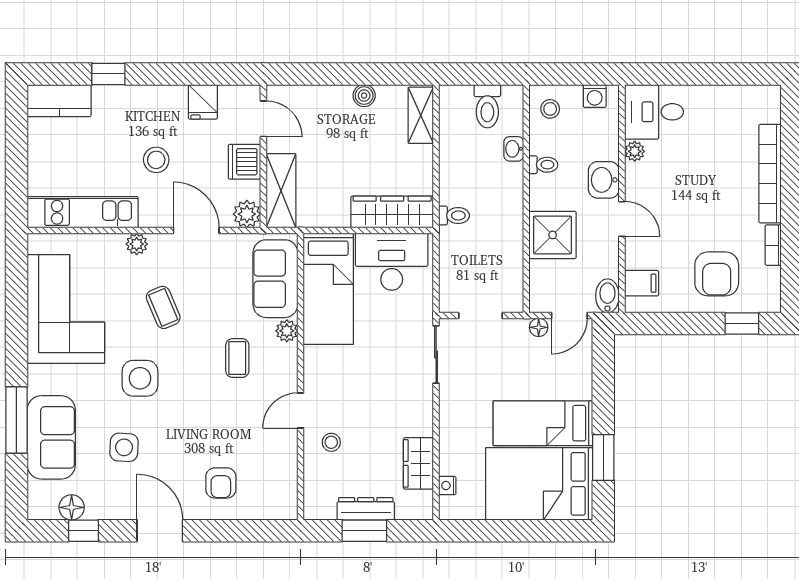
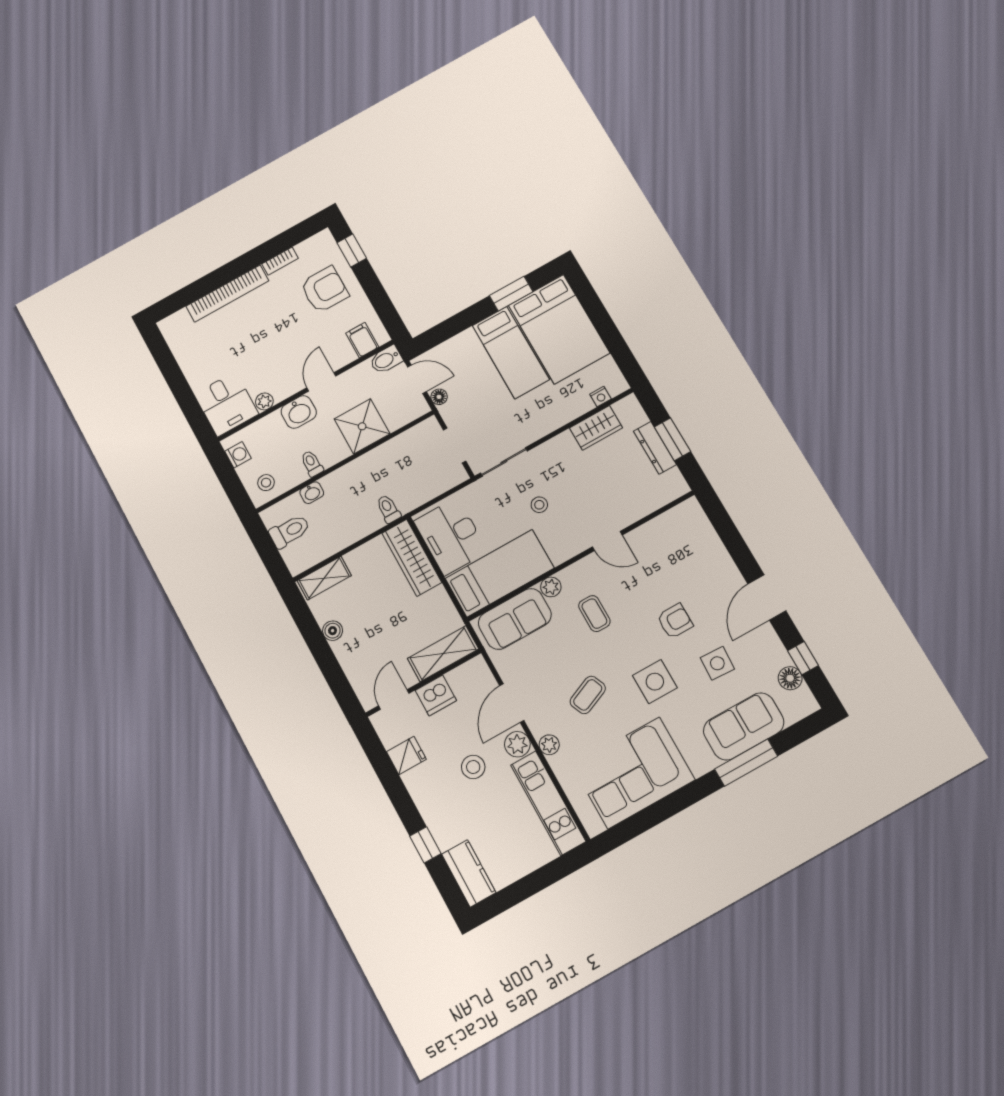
plant: (247, 214) -> (517, 744), moved
coffee table: (237, 358) -> (594, 614), turned 90
stool: (331, 442) -> (539, 505), moved
armchair: (221, 483) -> (675, 621), moved

